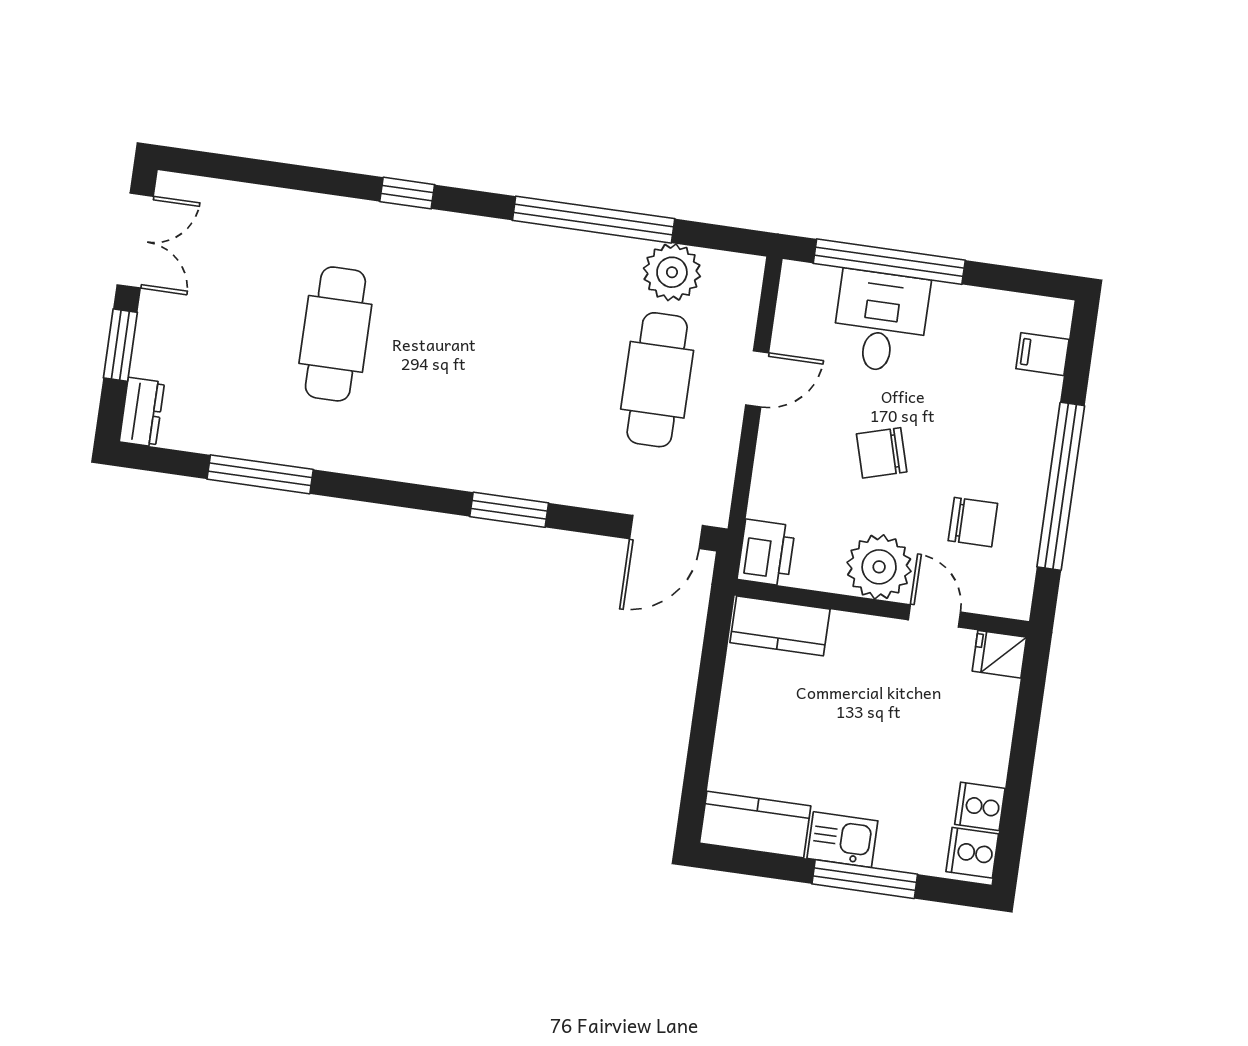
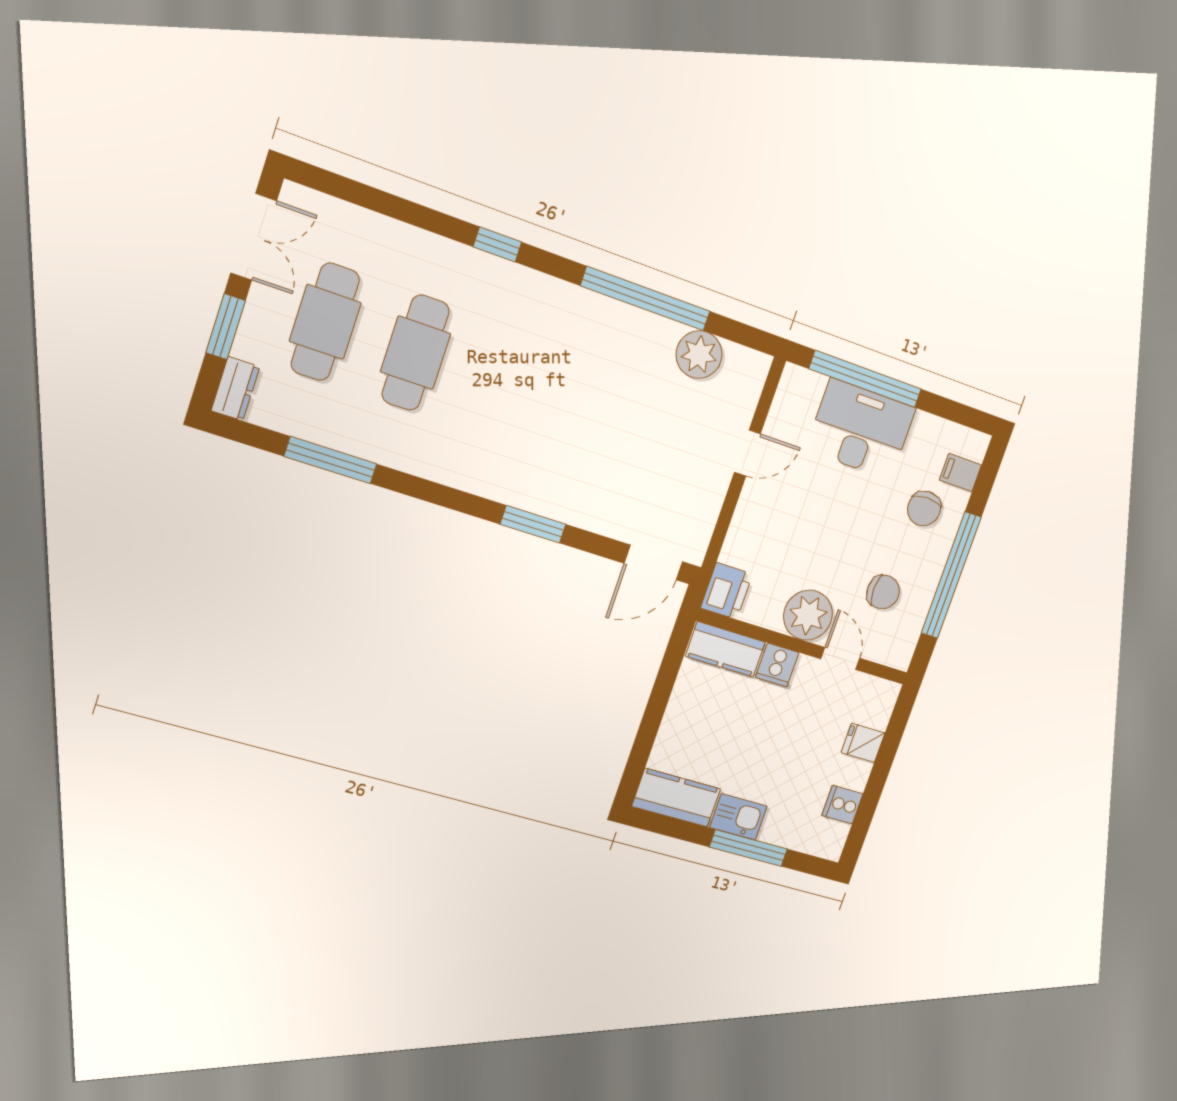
desk: (881, 322) -> (861, 429), width x1.37
cafe table: (657, 380) -> (325, 322), moved
chair: (882, 453) -> (924, 509), moved, turned -74
fridge: (999, 654) -> (863, 743), moved
cooker: (972, 853) -> (777, 665), moved, turned -90

